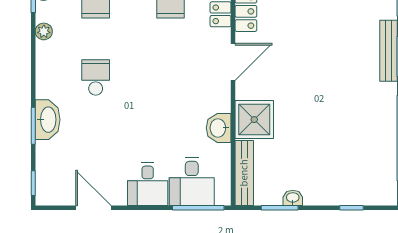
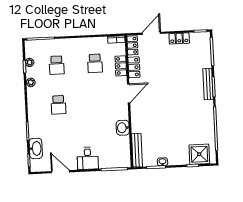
school desk: (96, 77) -> (58, 105), turned 180
washbasin: (48, 120) -> (36, 148), moved
shower: (254, 120) -> (199, 154), moved
desk: (192, 182) -> (110, 156), removed

